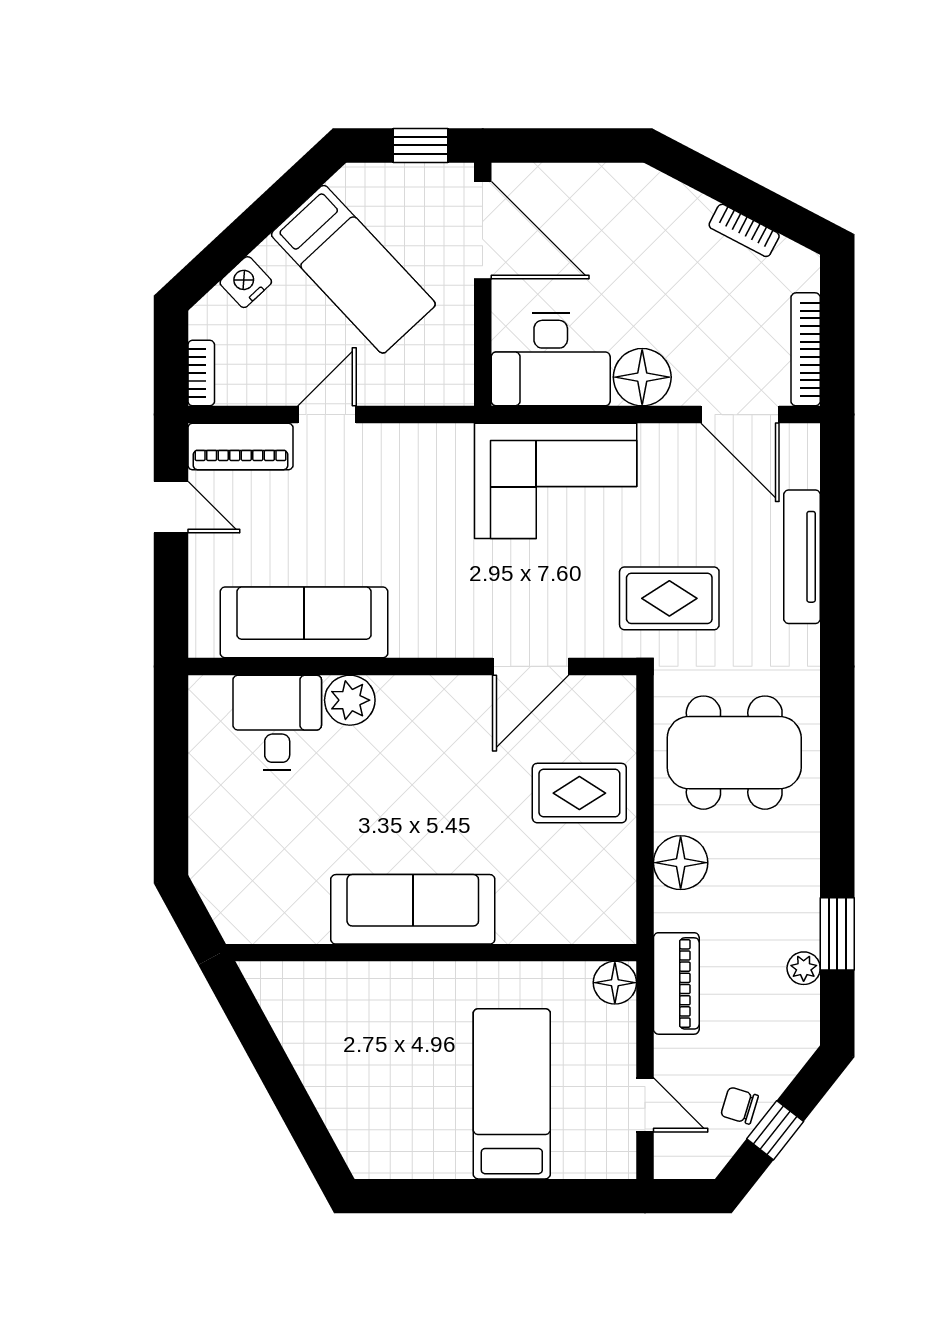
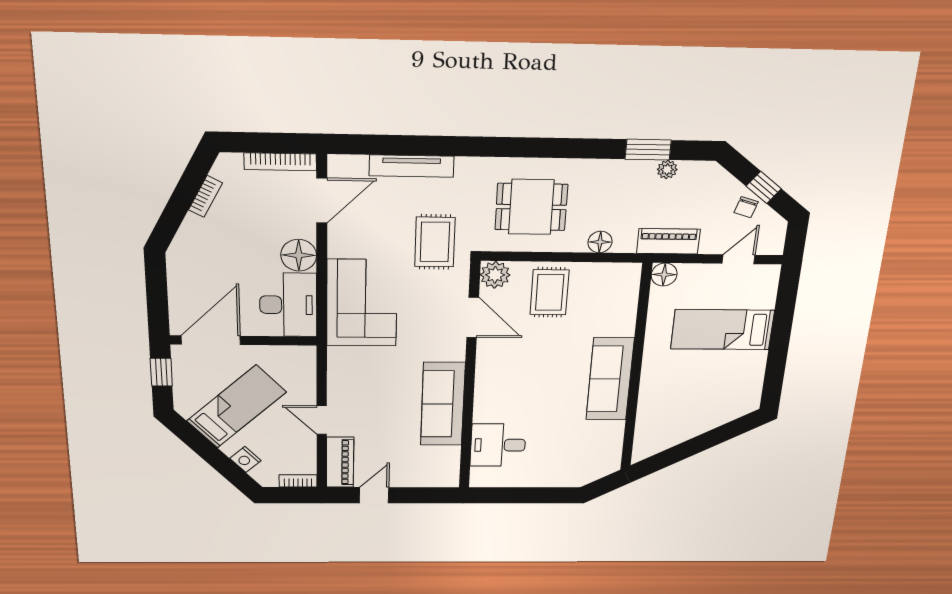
sofa: (304, 622) -> (443, 404), moved
plant: (350, 700) -> (495, 275), moved
dining table: (734, 753) -> (531, 207), width x0.73
floor lamp: (681, 863) -> (600, 242), width x0.73, depth x0.73

